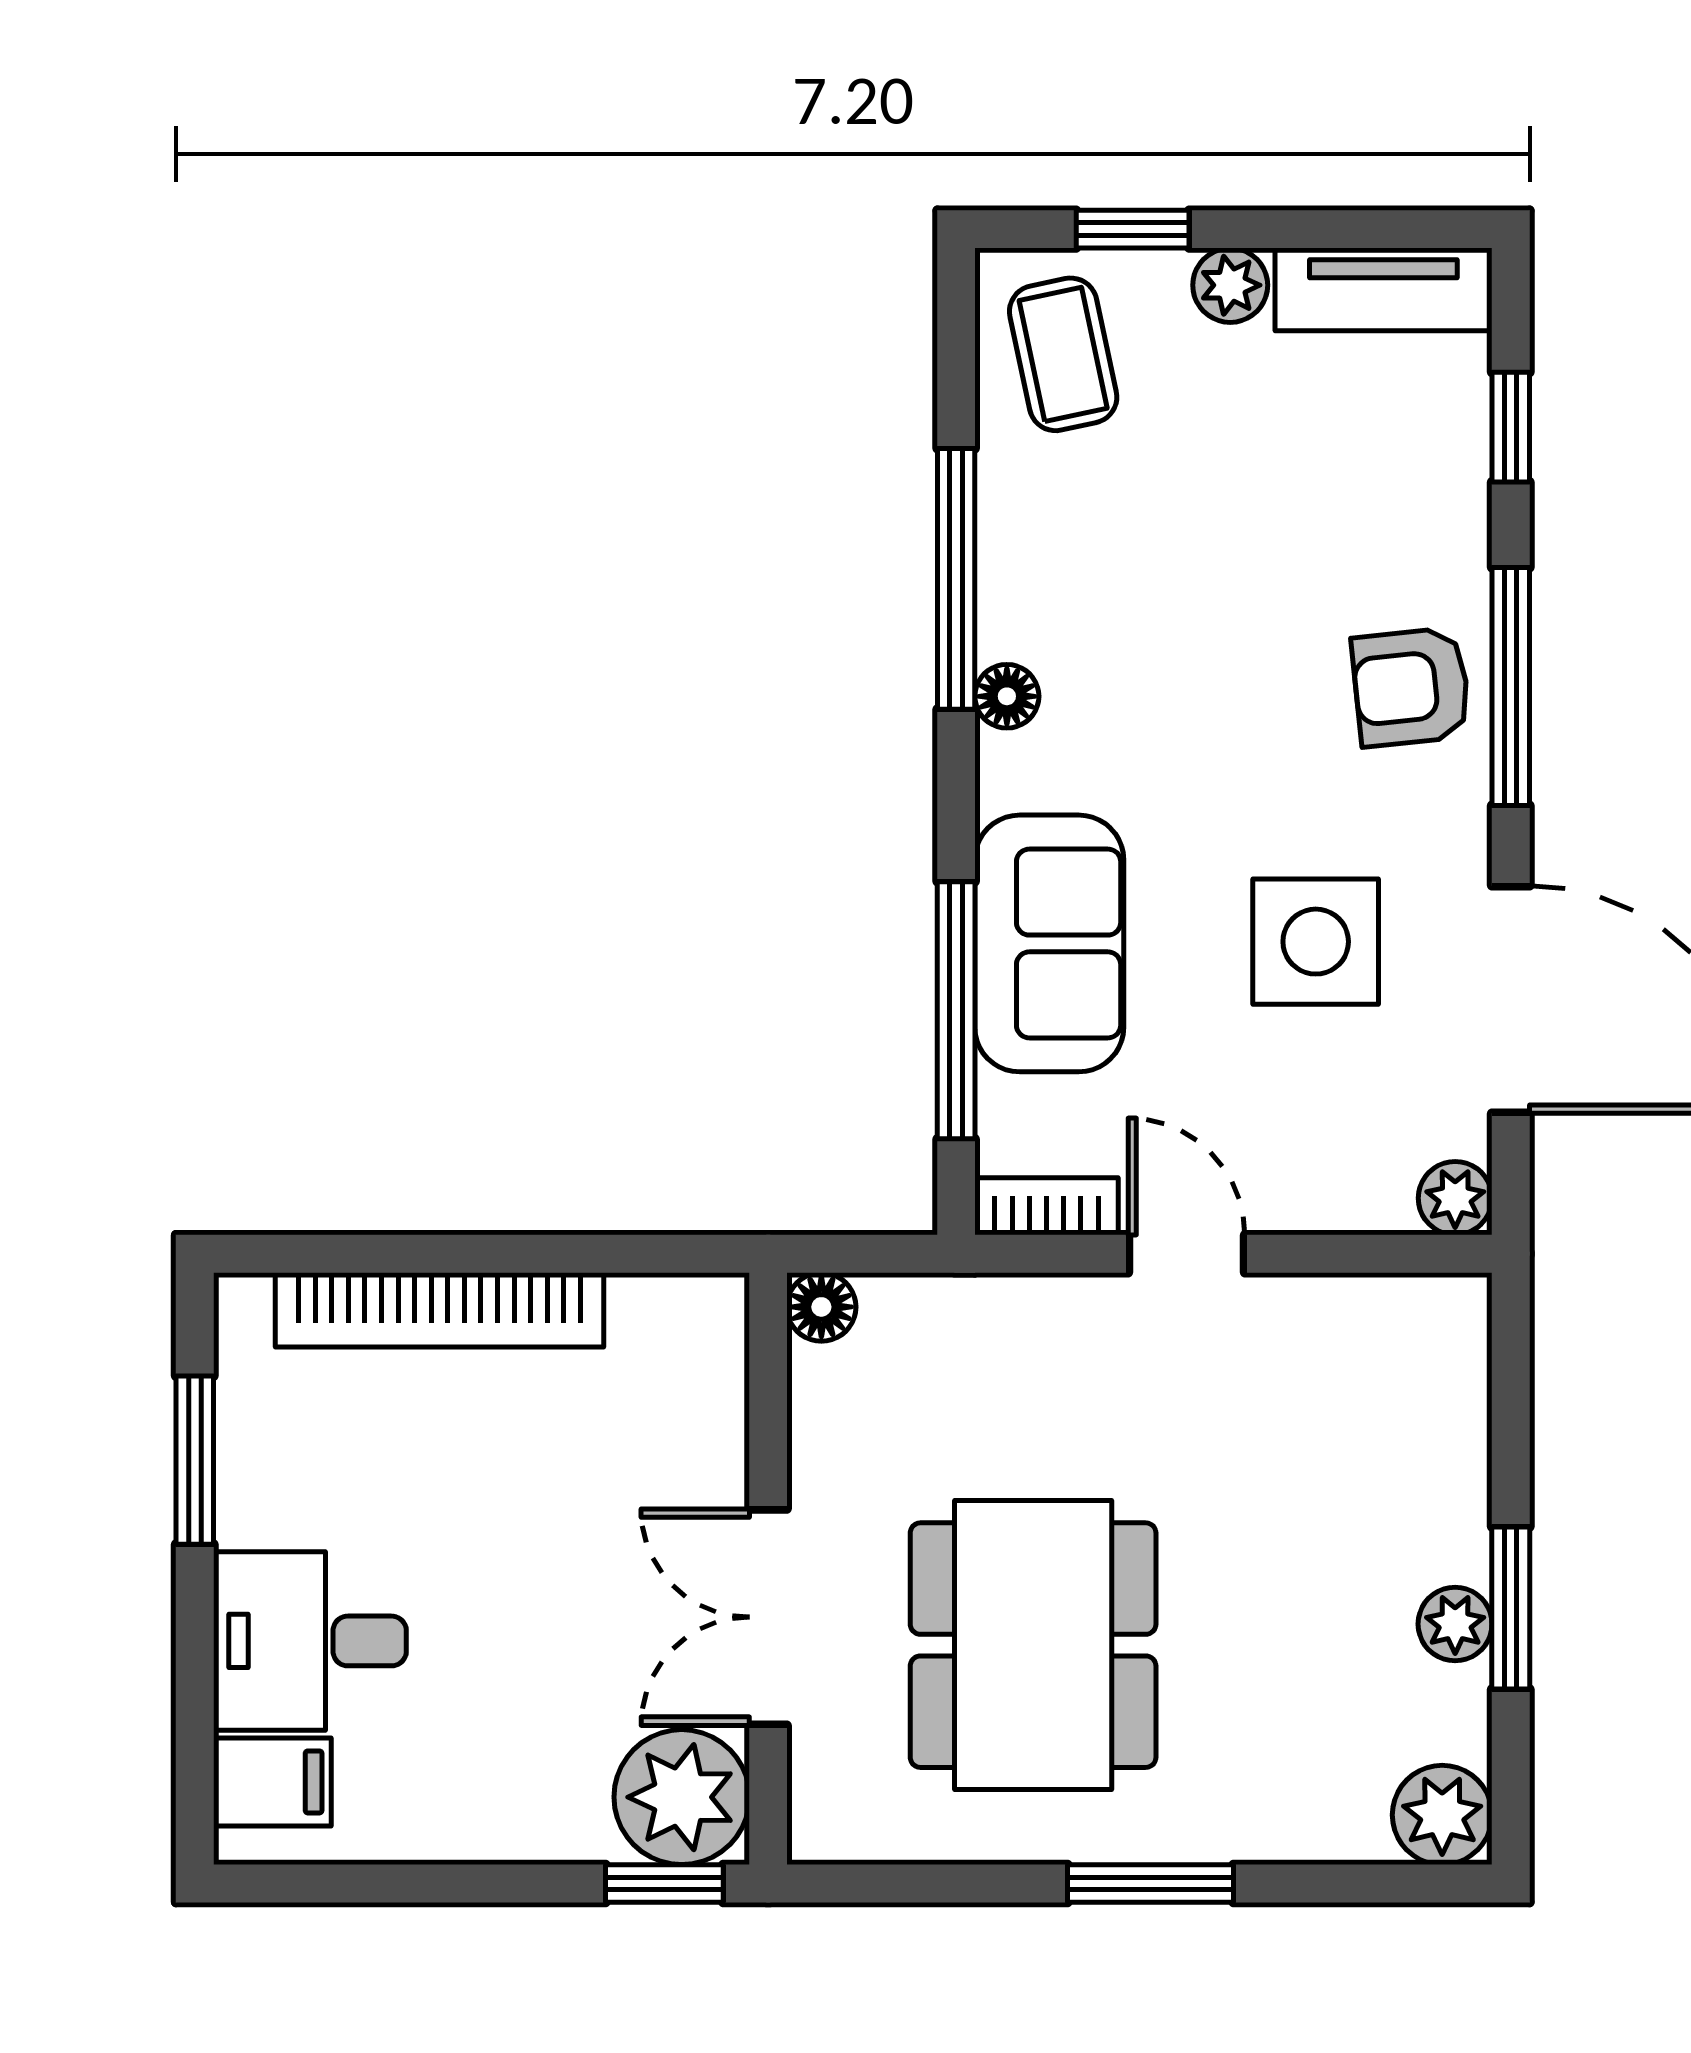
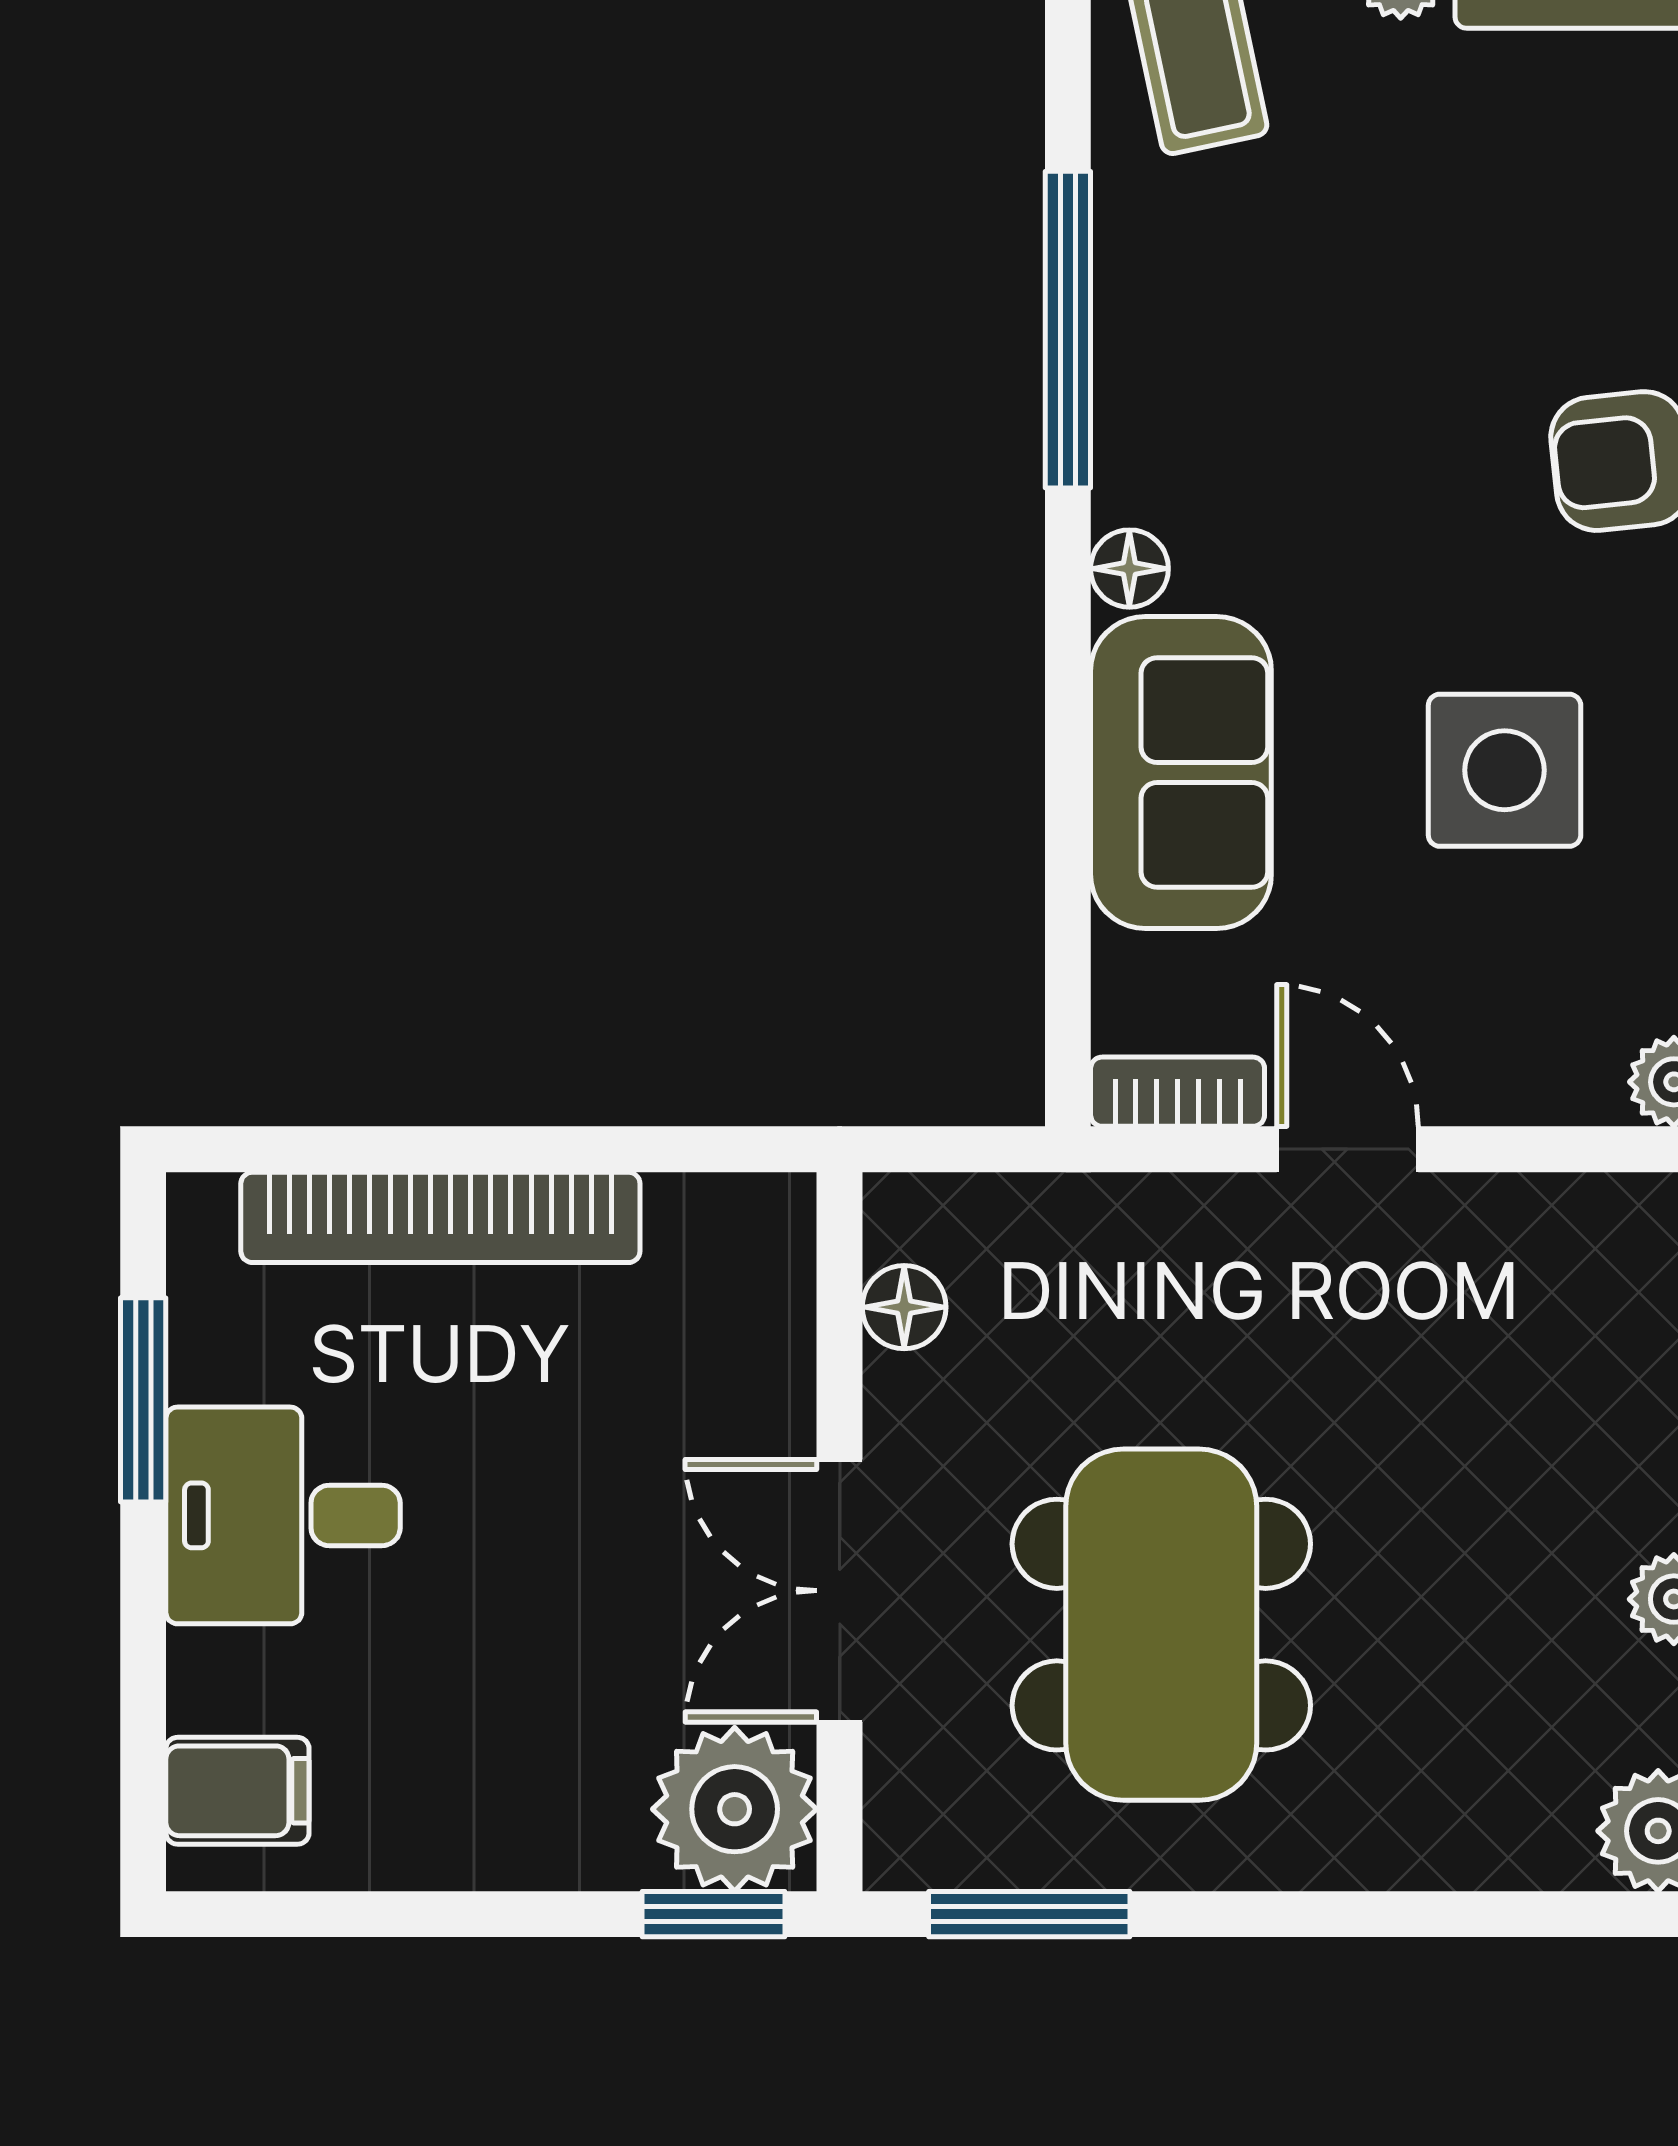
floor lamp: (1007, 696) -> (1129, 569), moved
window: (956, 1010) -> (1068, 854), removed
floor lamp: (821, 1307) -> (904, 1307), moved
desk: (310, 1641) -> (283, 1515), moved
window: (1151, 1883) -> (1029, 1914), moved

